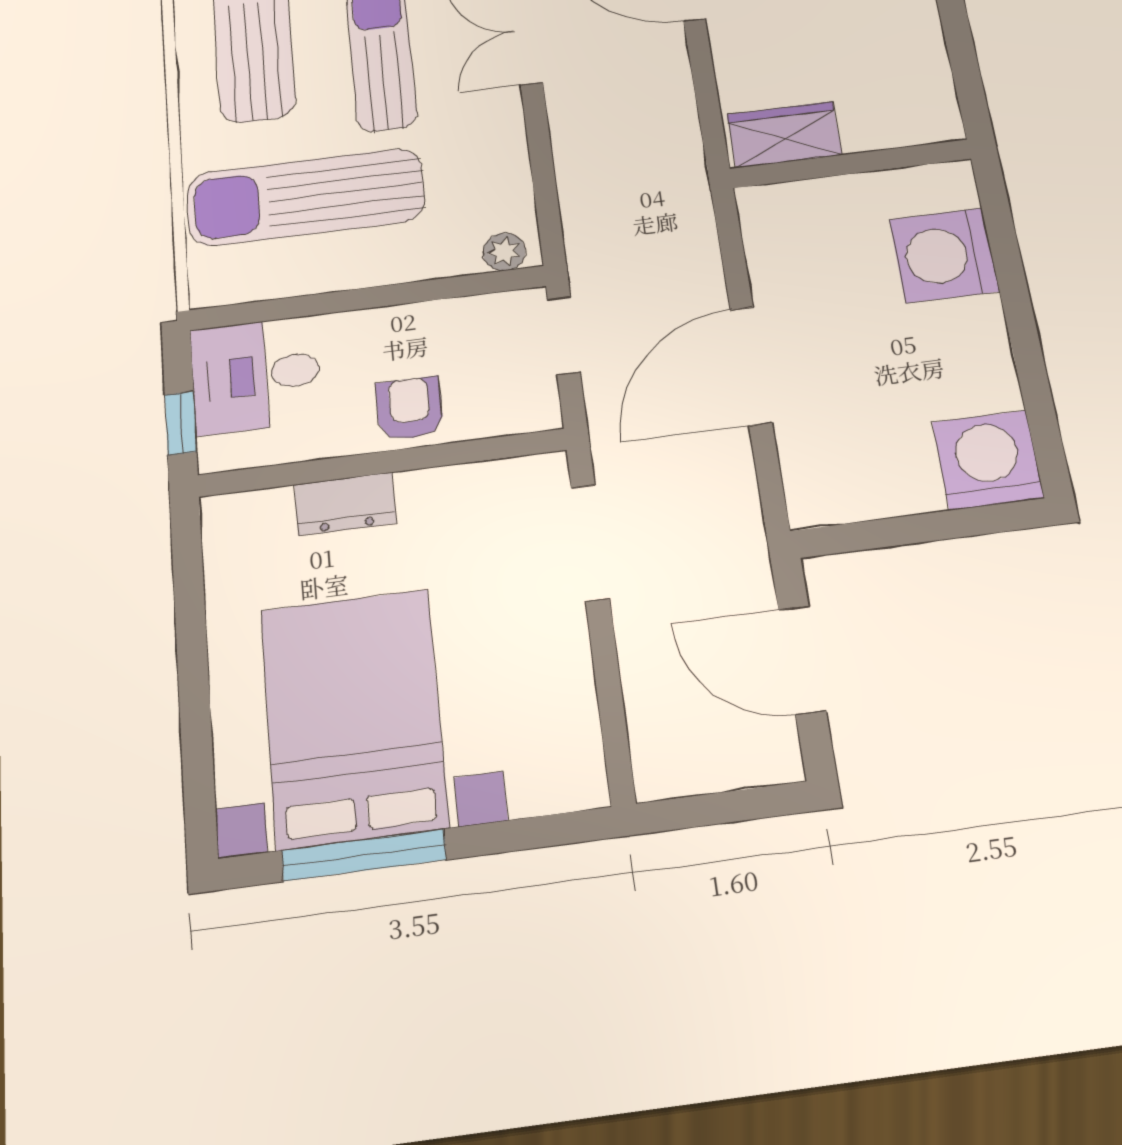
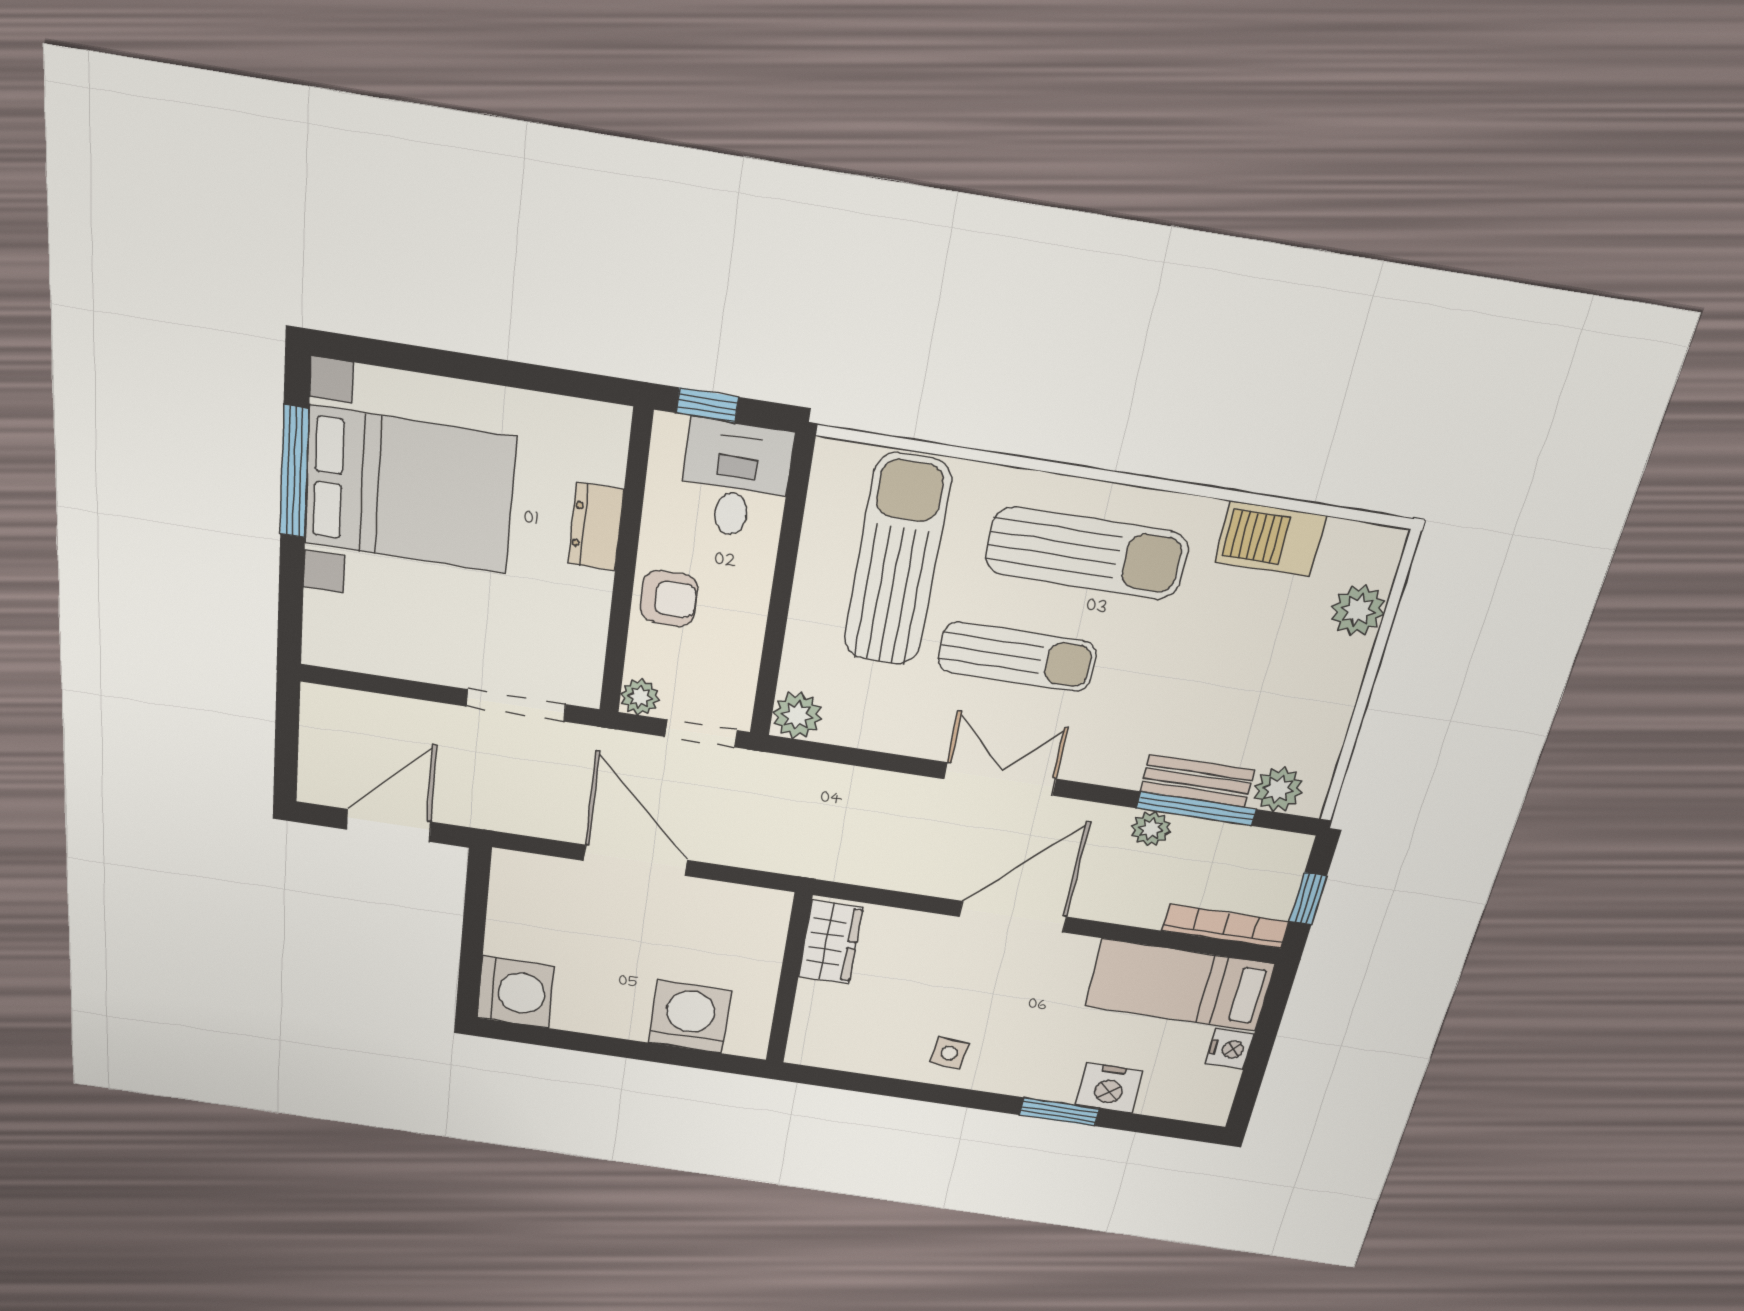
plant: (504, 252) -> (797, 715), width x1.38, depth x1.38
plant: (538, 410) -> (640, 697), added

